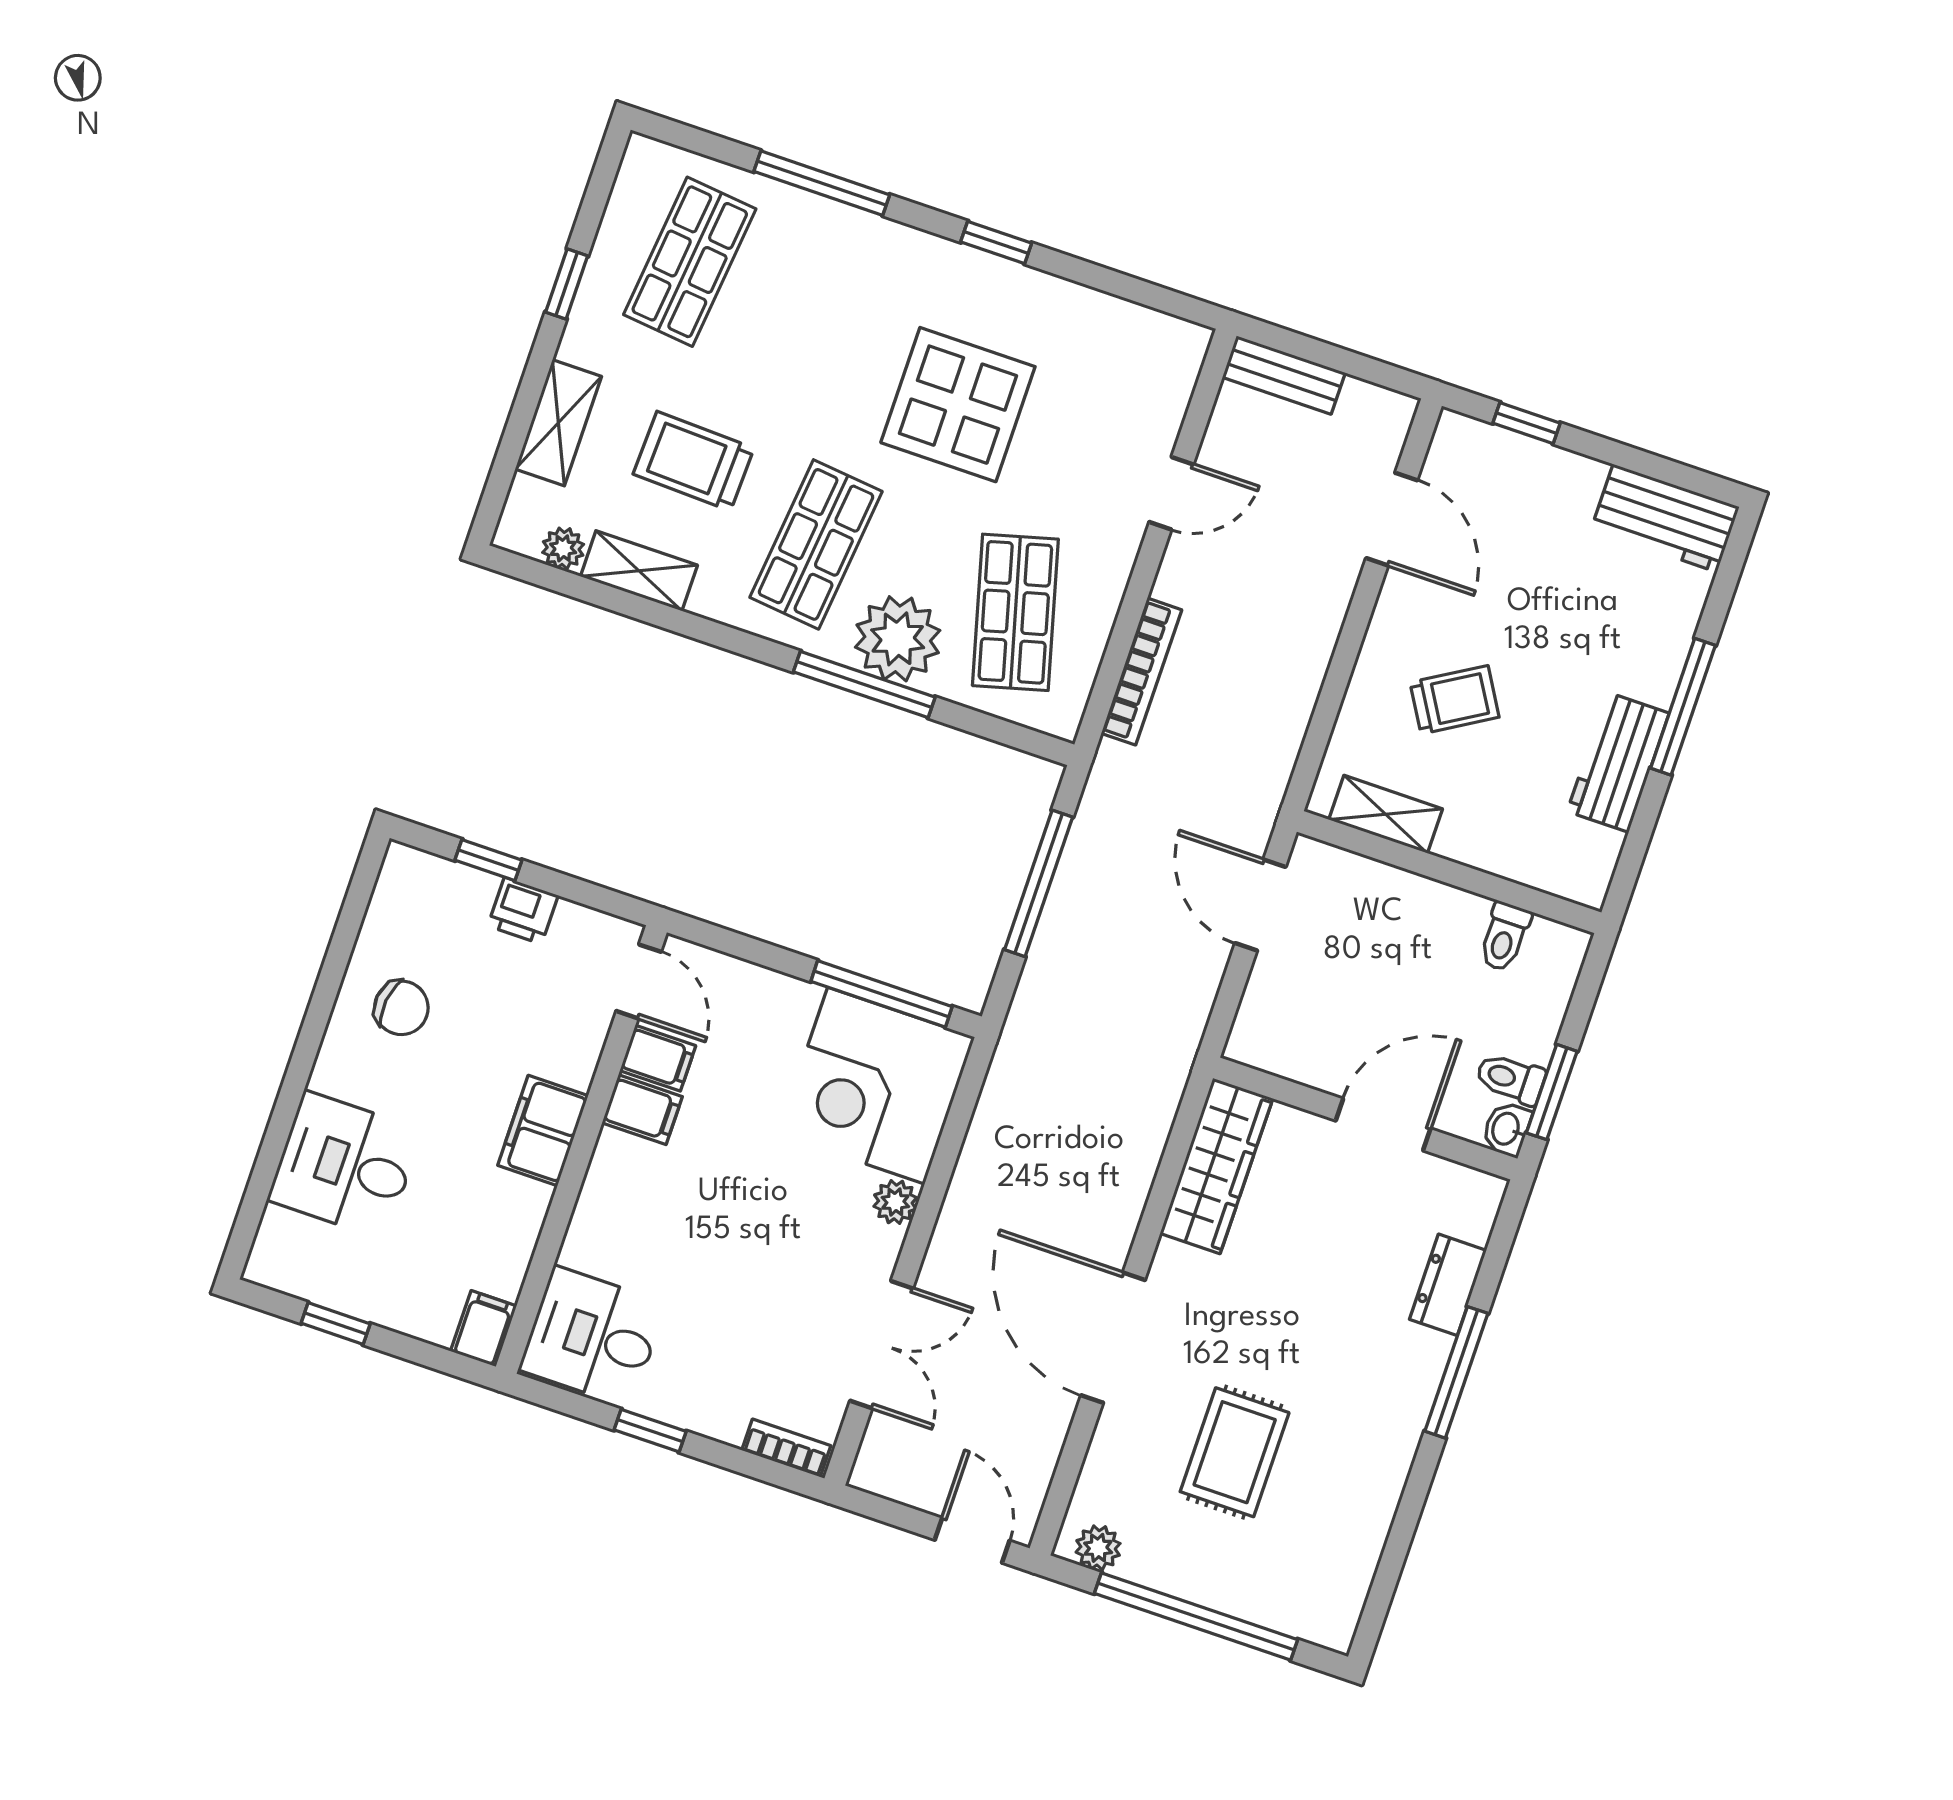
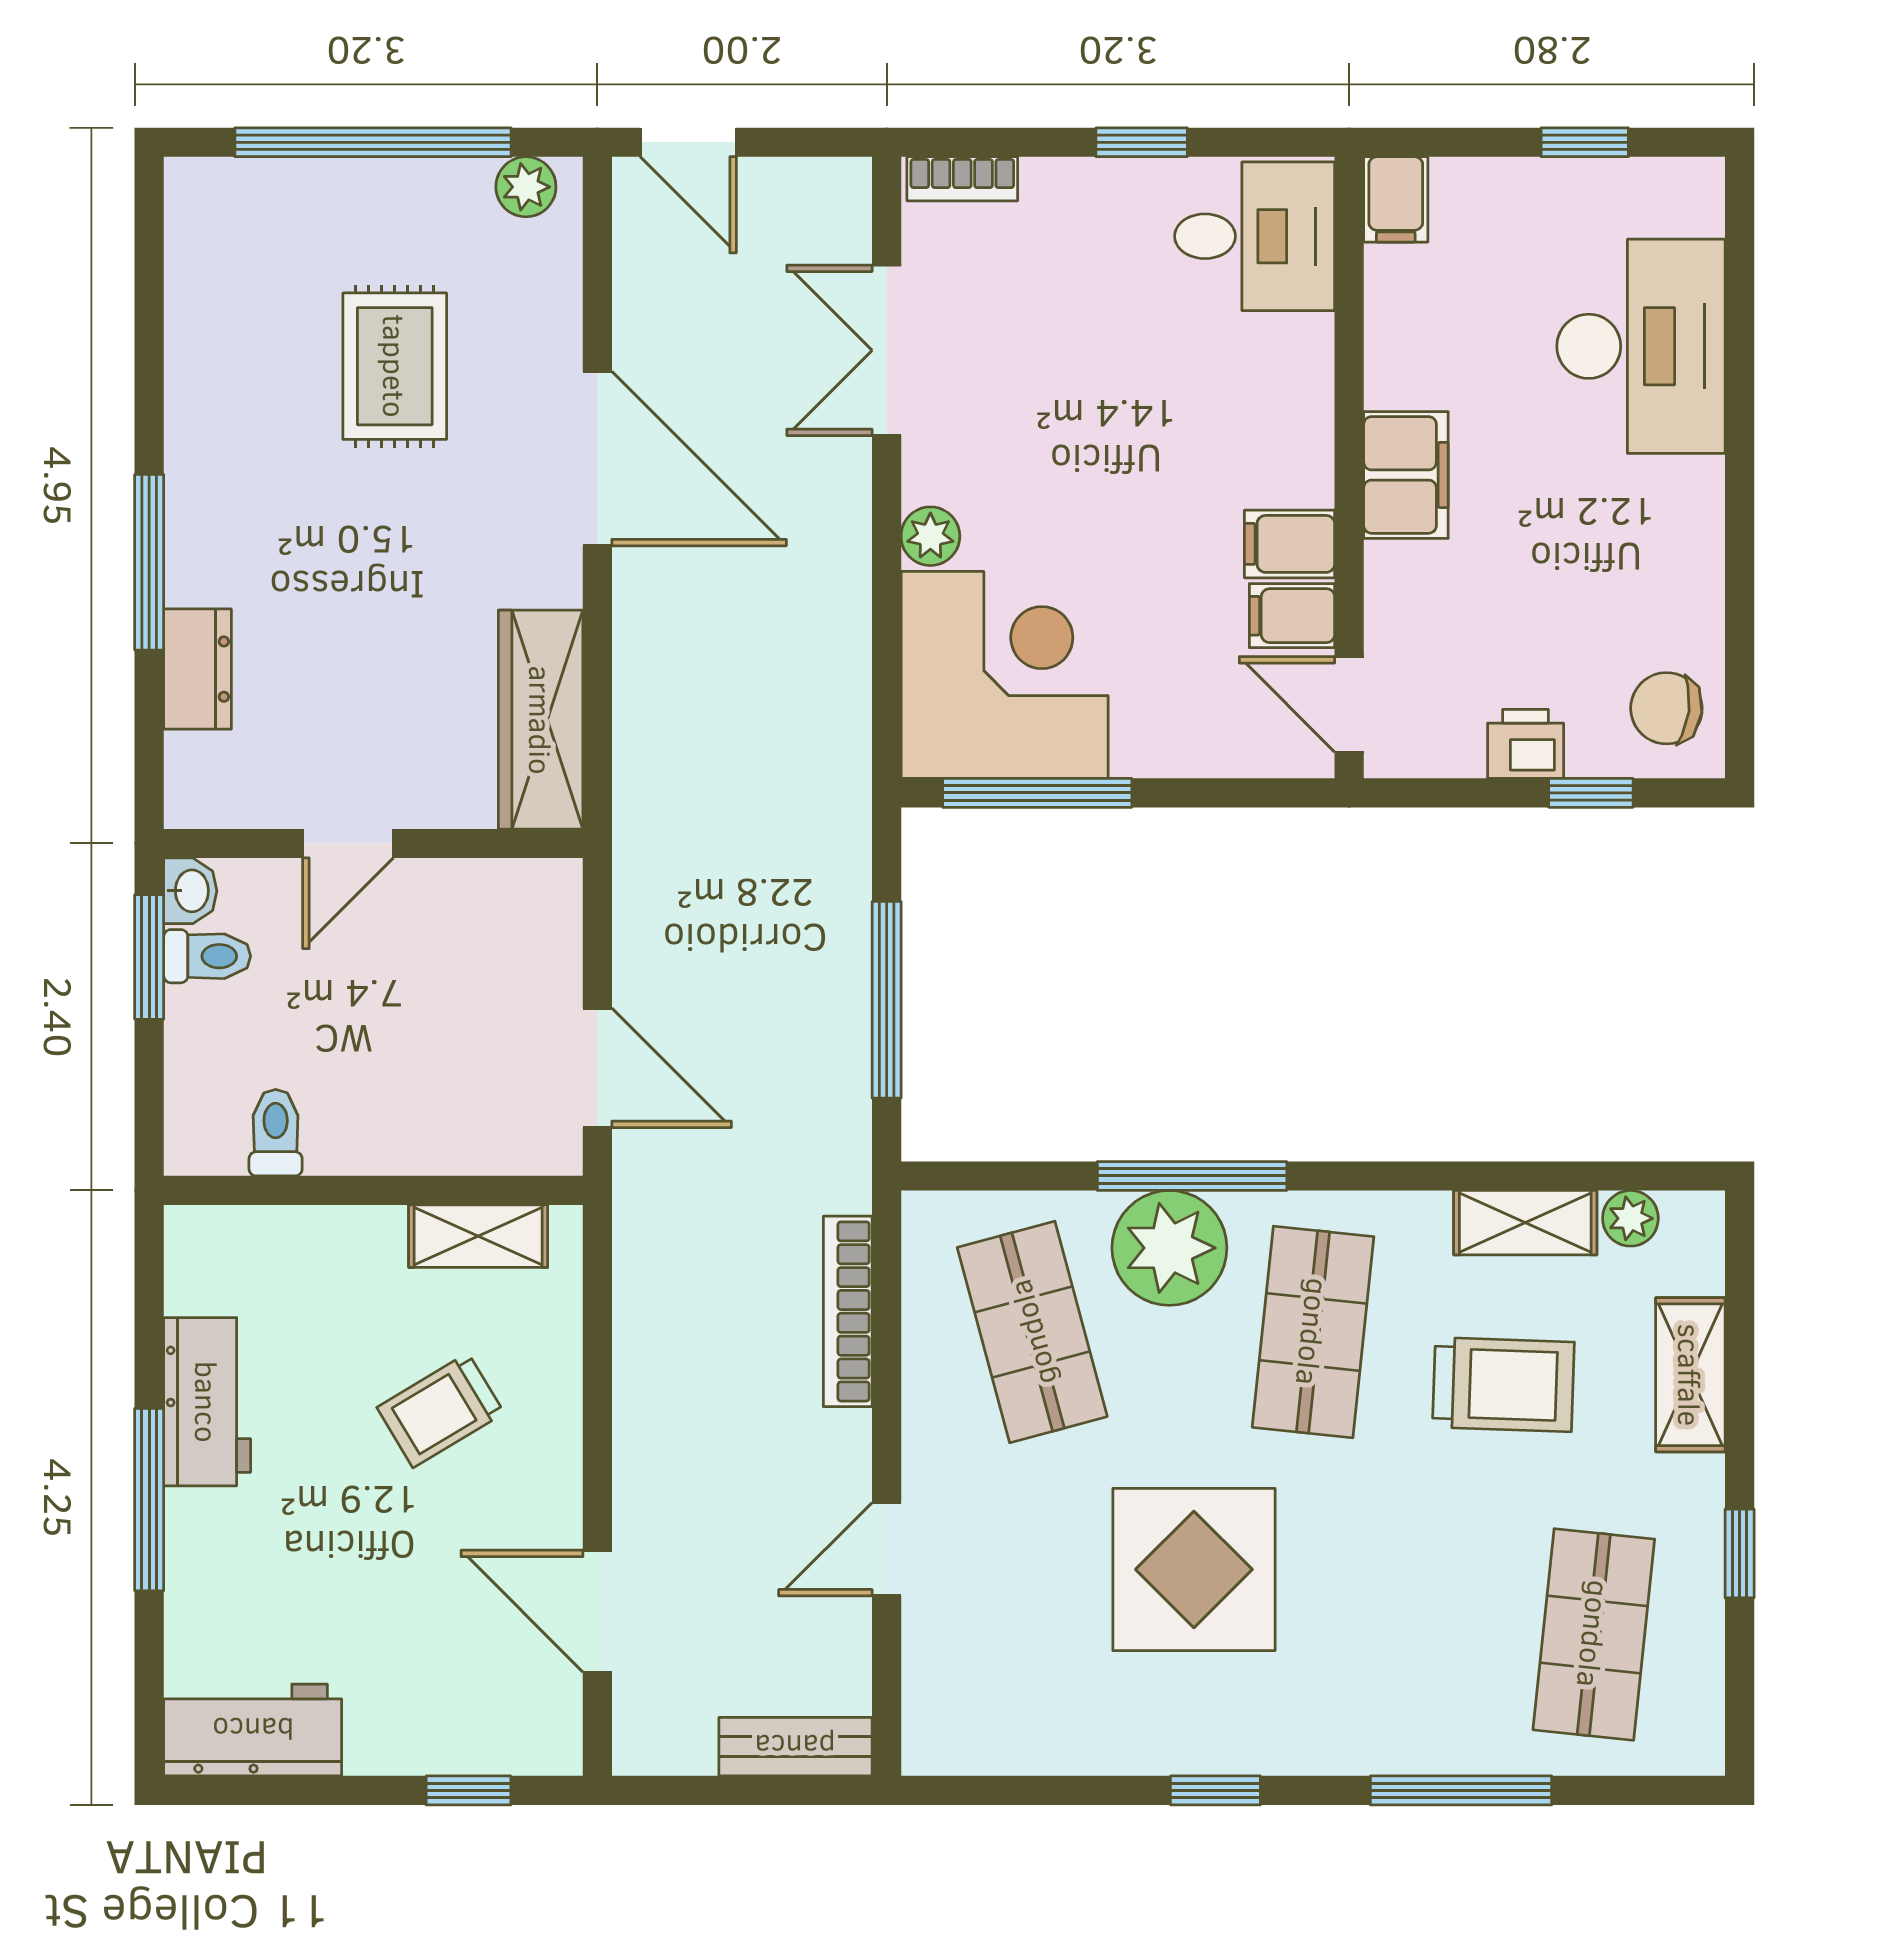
chair: (401, 1008) -> (1666, 708), moved
door: (1383, 1125) -> (348, 843), width x0.73
desk: (345, 1165) -> (1641, 346), width x1.37

